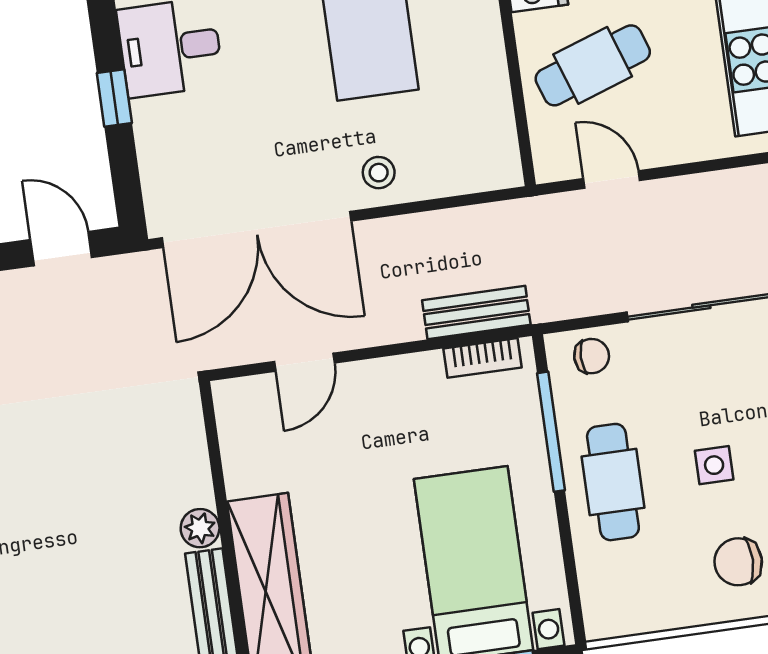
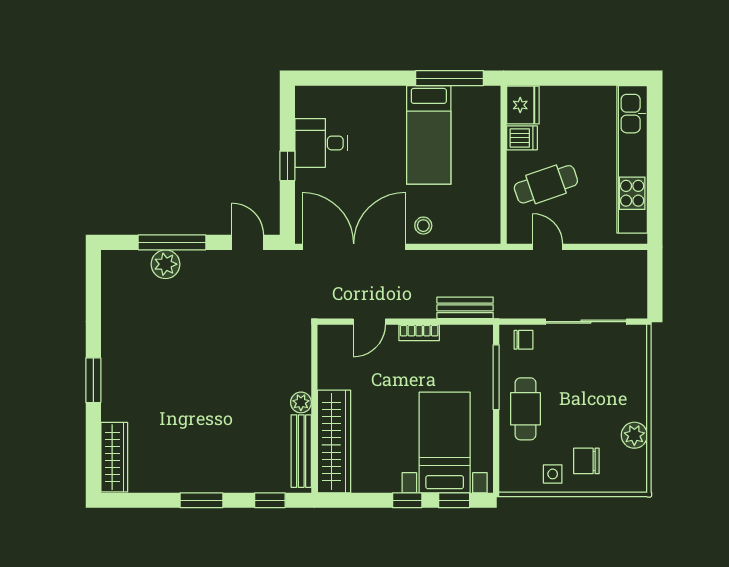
double door: (256, 229) -> (354, 247), swing flipped
bookcase: (482, 358) -> (419, 333), moved
side table: (714, 465) -> (553, 474), moved

